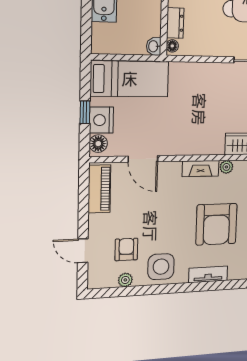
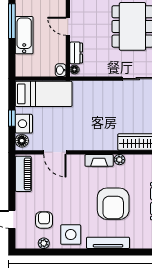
tv unit: (208, 274) -> (108, 243), width x1.41

